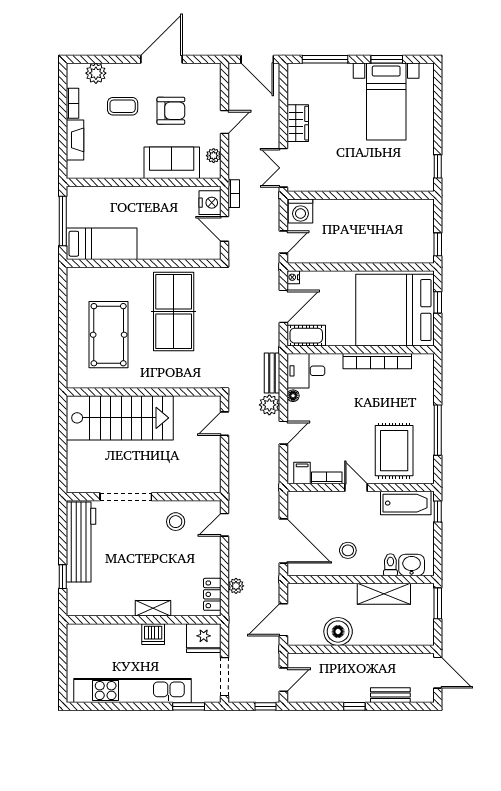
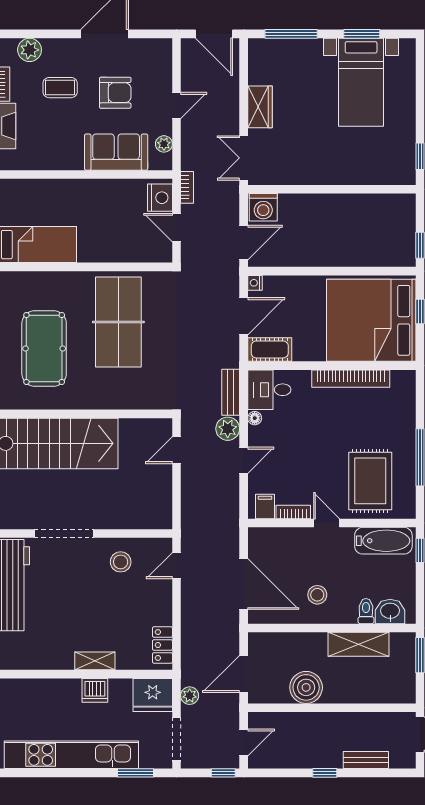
door: (283, 242) -> (244, 243), width x1.38
plant: (236, 586) -> (190, 696), moved

